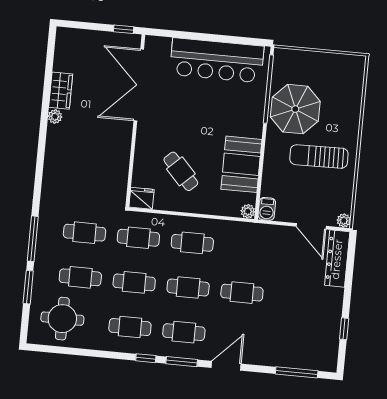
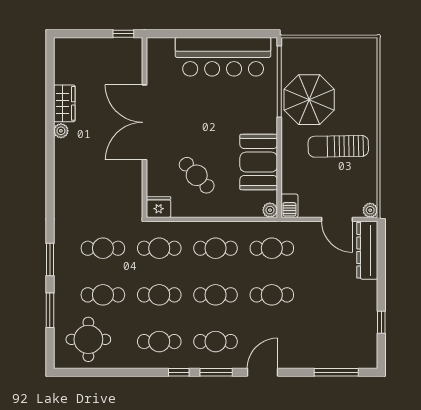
double door: (139, 85) -> (145, 122), moved
window: (33, 239) -> (50, 260), width x0.69
cafe table: (246, 248) -> (272, 248), added

